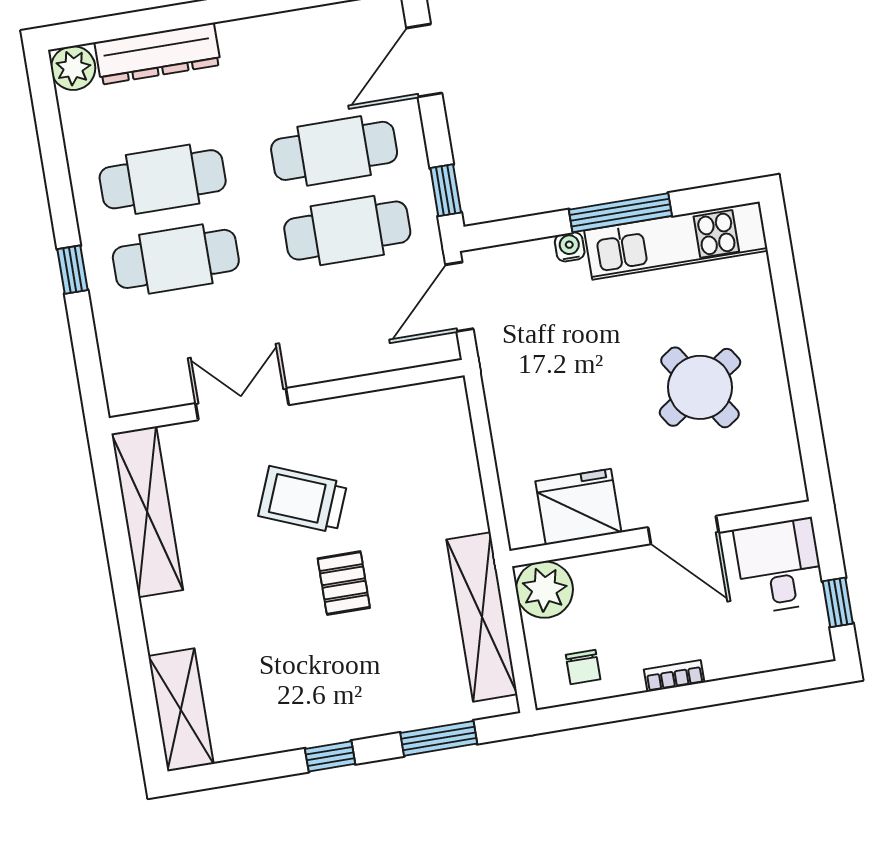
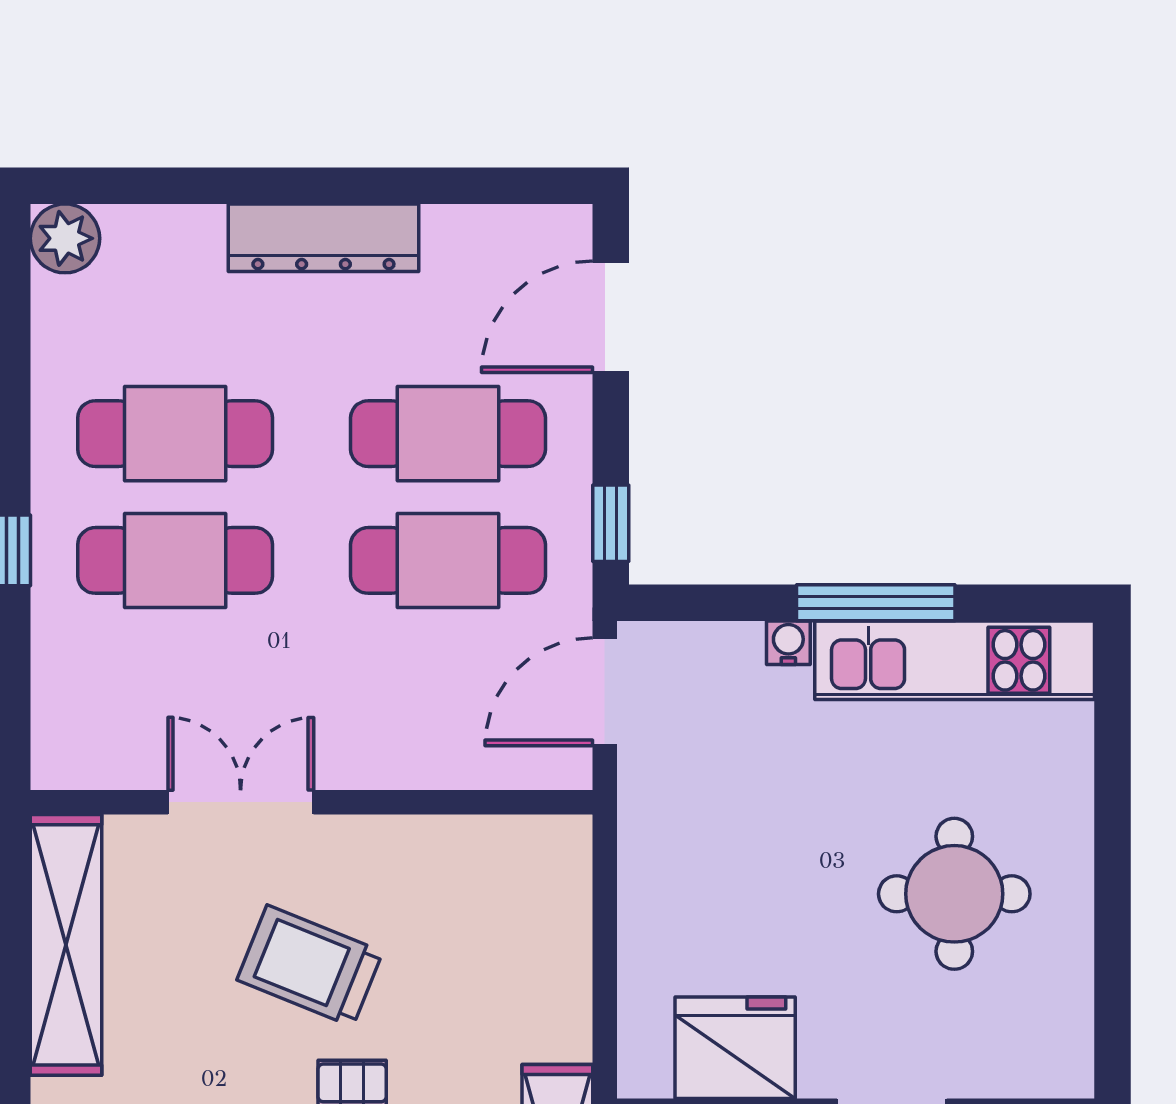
dresser: (158, 54) -> (323, 238), moved
round table: (700, 387) -> (954, 894), turned 34

